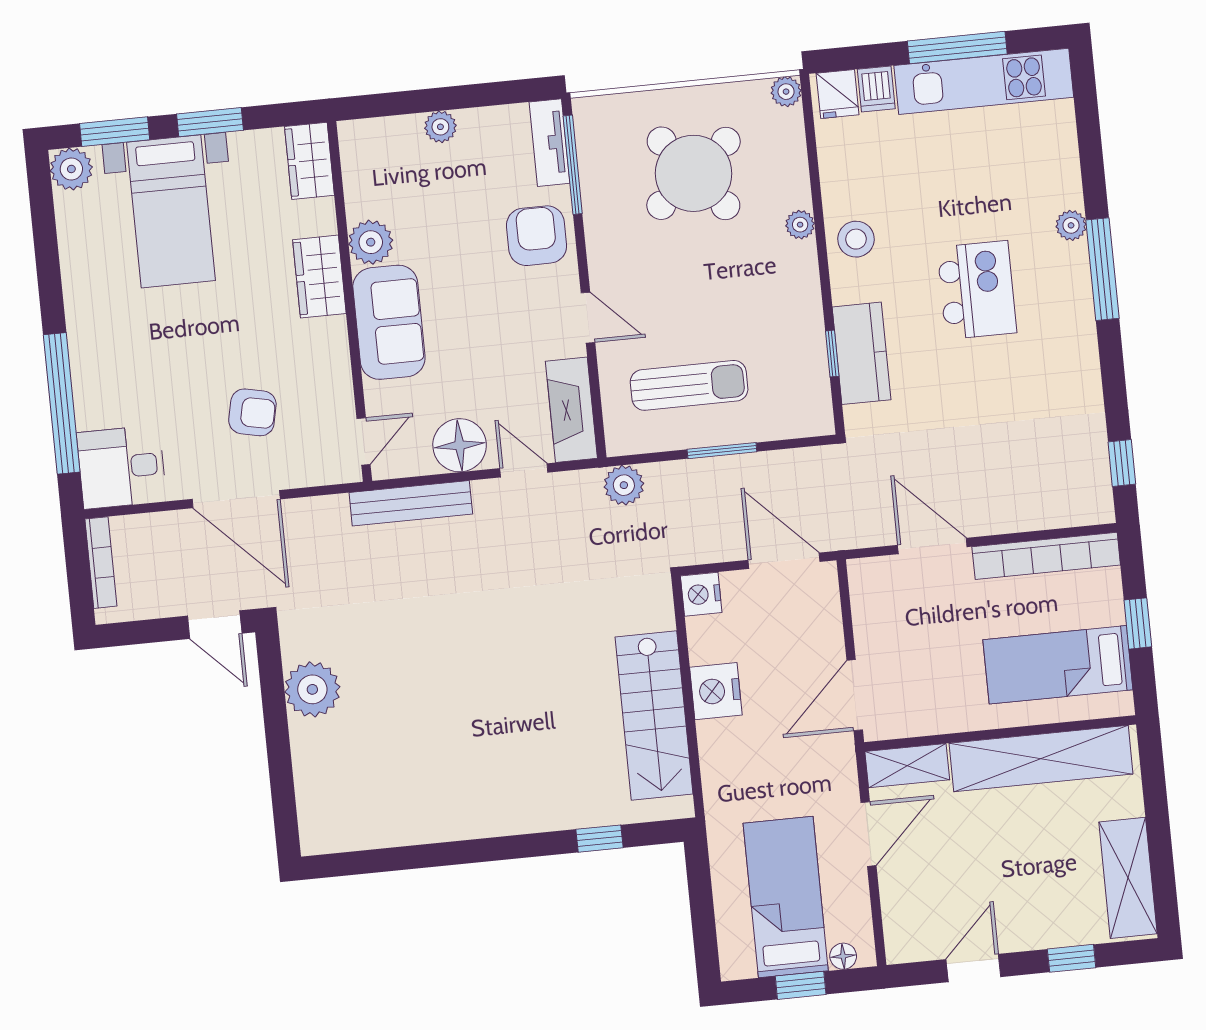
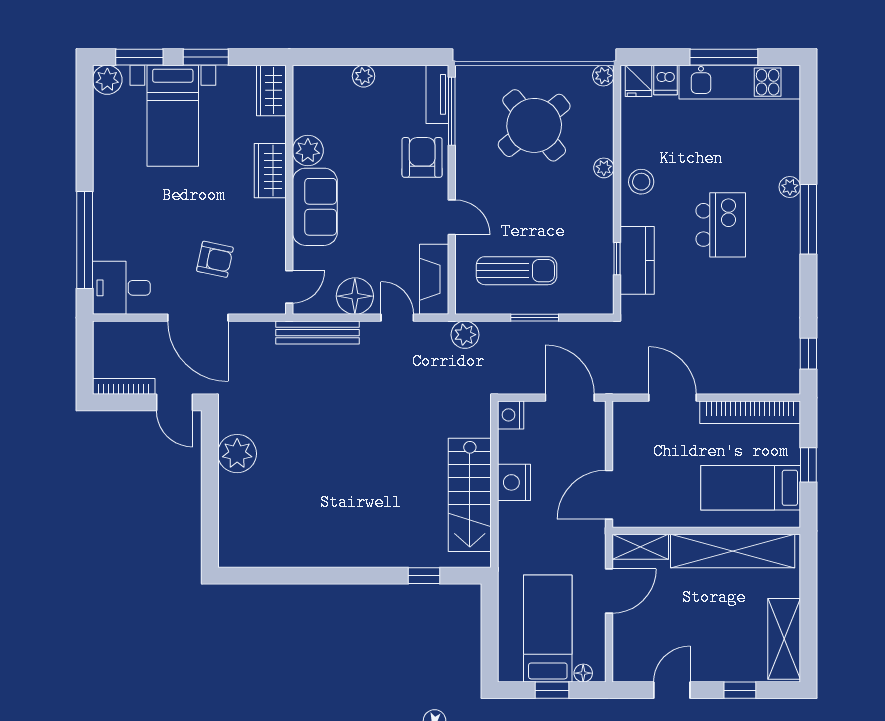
bookcase: (101, 563) -> (124, 386), moved, turned -90

